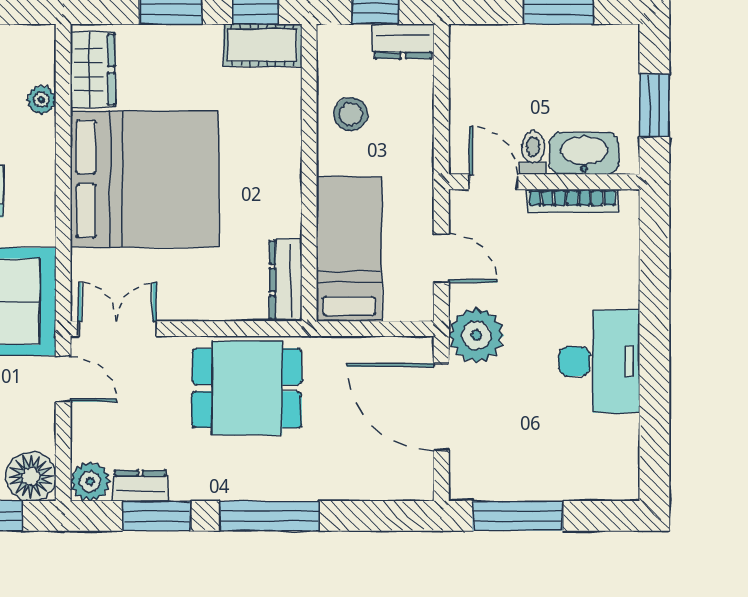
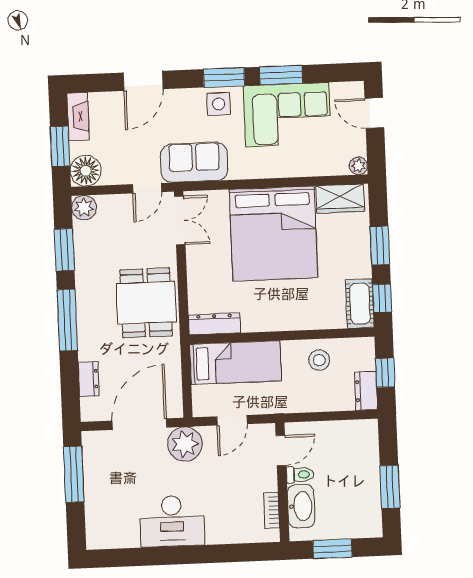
plant: (41, 100) -> (358, 166), moved
bookcase: (572, 201) -> (272, 510), width x0.64
dresser: (140, 486) -> (89, 379), moved

